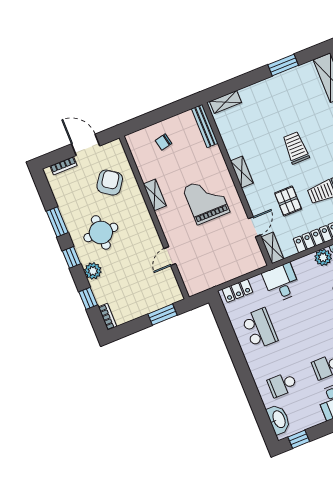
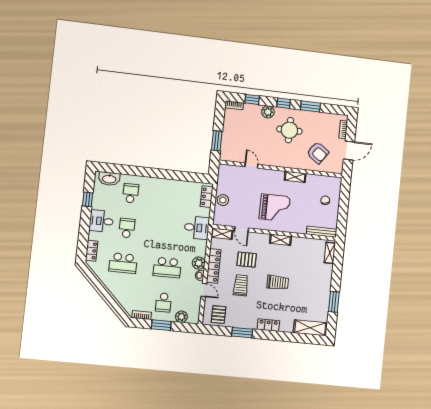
stool: (231, 269) -> (223, 200), added
school desk: (260, 329) -> (175, 198), removed
window: (299, 439) -> (88, 199), moved

